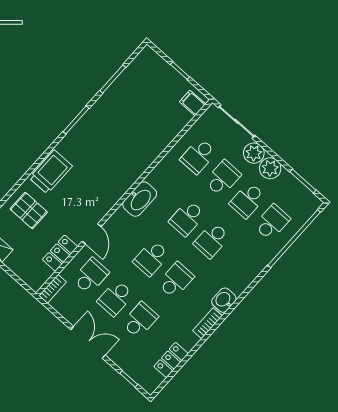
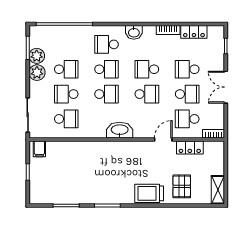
plant: (254, 153) -> (37, 56), moved
school desk: (272, 222) -> (107, 44), moved
bookcase: (207, 323) -> (168, 30), moved

